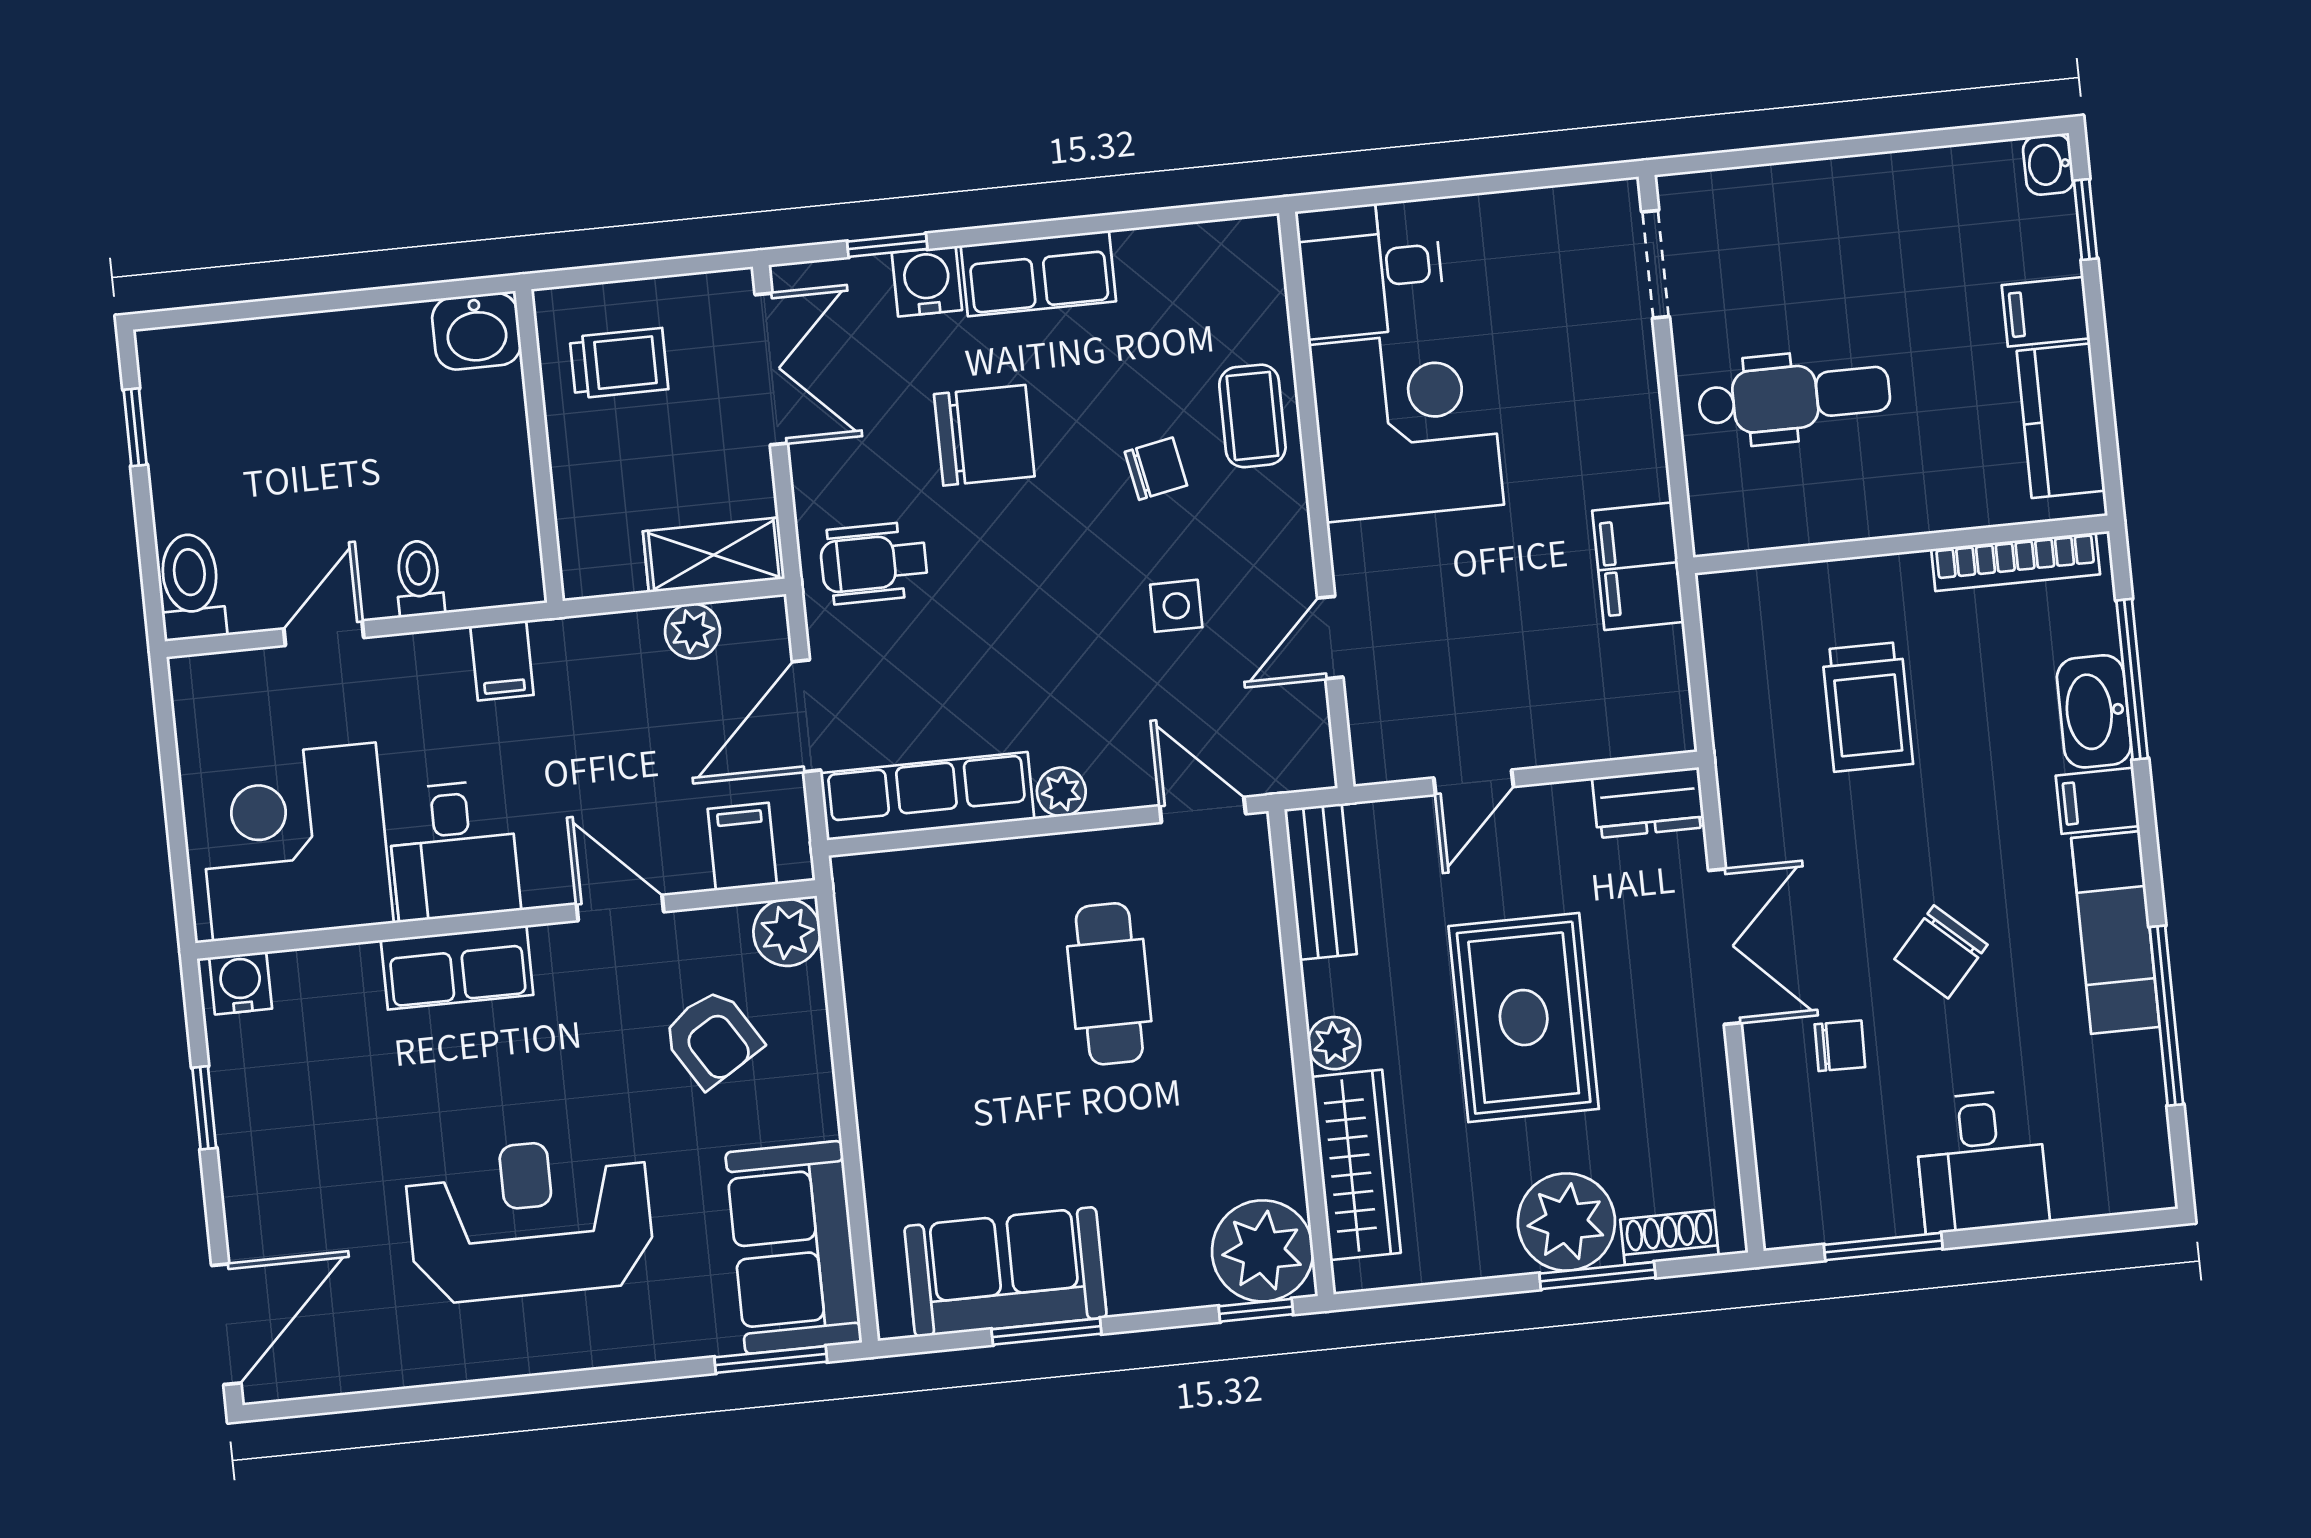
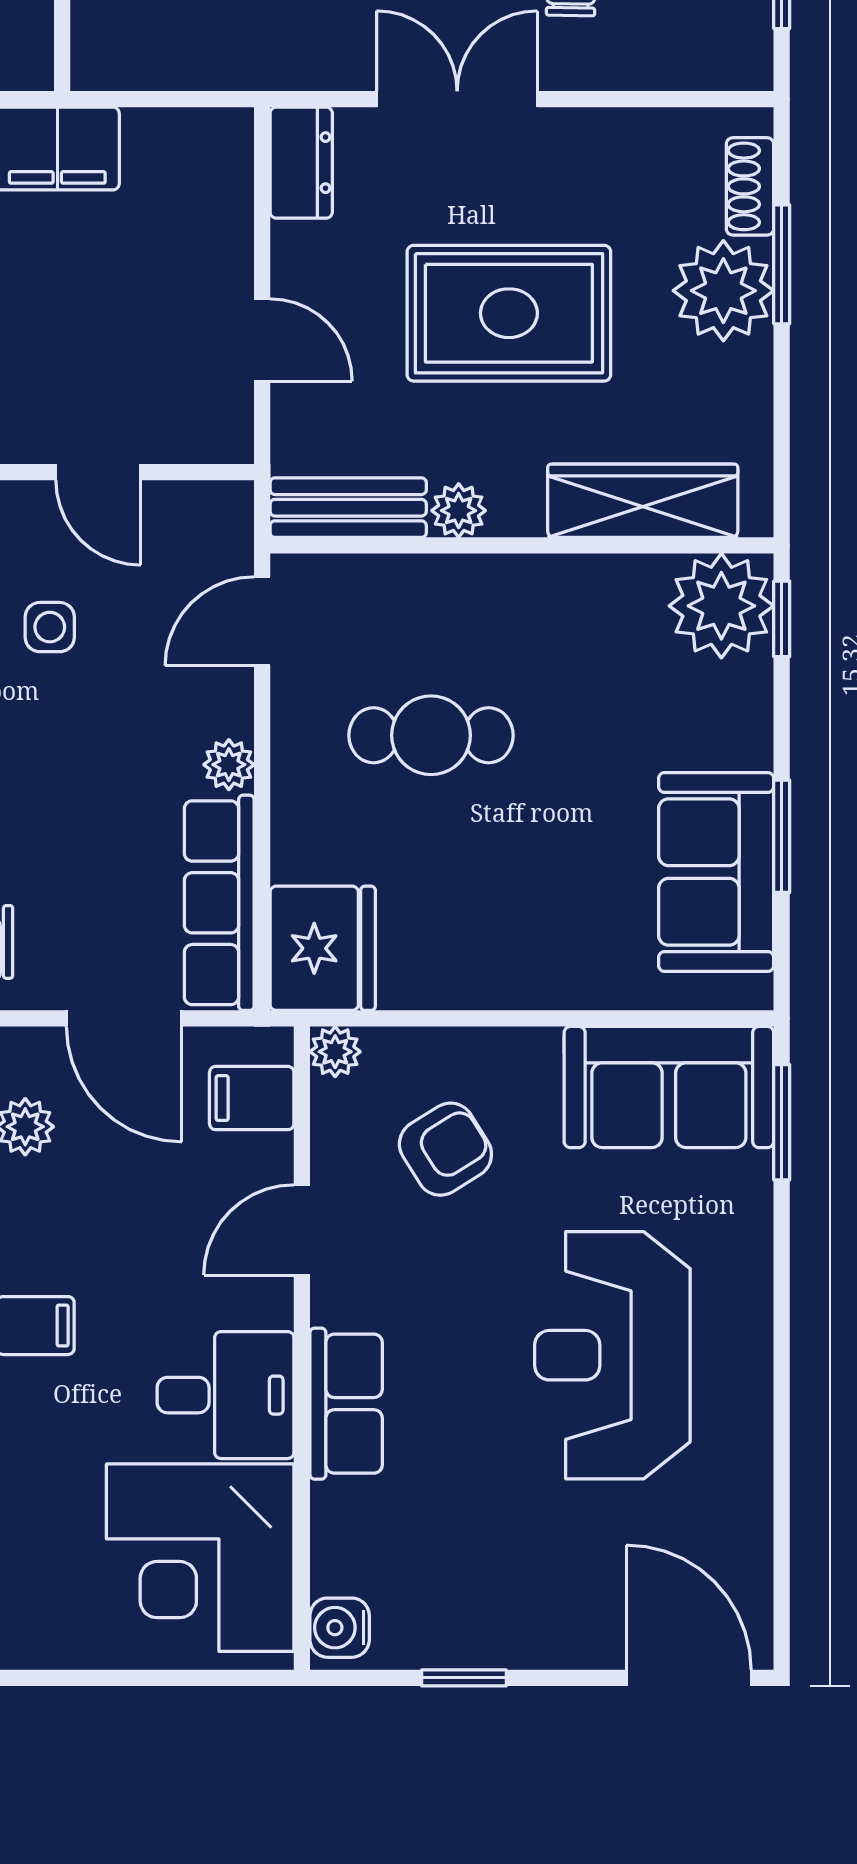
fridge: (893, 900) -> (323, 948), added
plant: (787, 932) -> (335, 1052), width x0.73, depth x0.73
plant: (1334, 1043) -> (459, 511), moved

